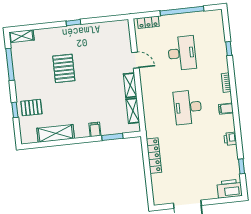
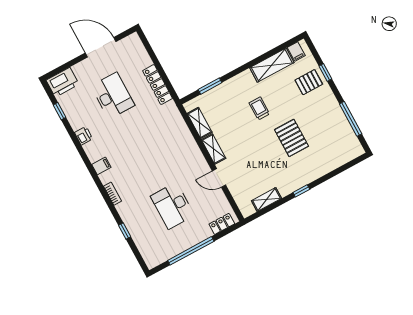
shelving: (21, 36) -> (266, 200), moved
trolley: (80, 103) -> (259, 108), added
desk: (188, 107) -> (113, 96), moved
filing cabinet: (95, 129) -> (296, 52), moved

